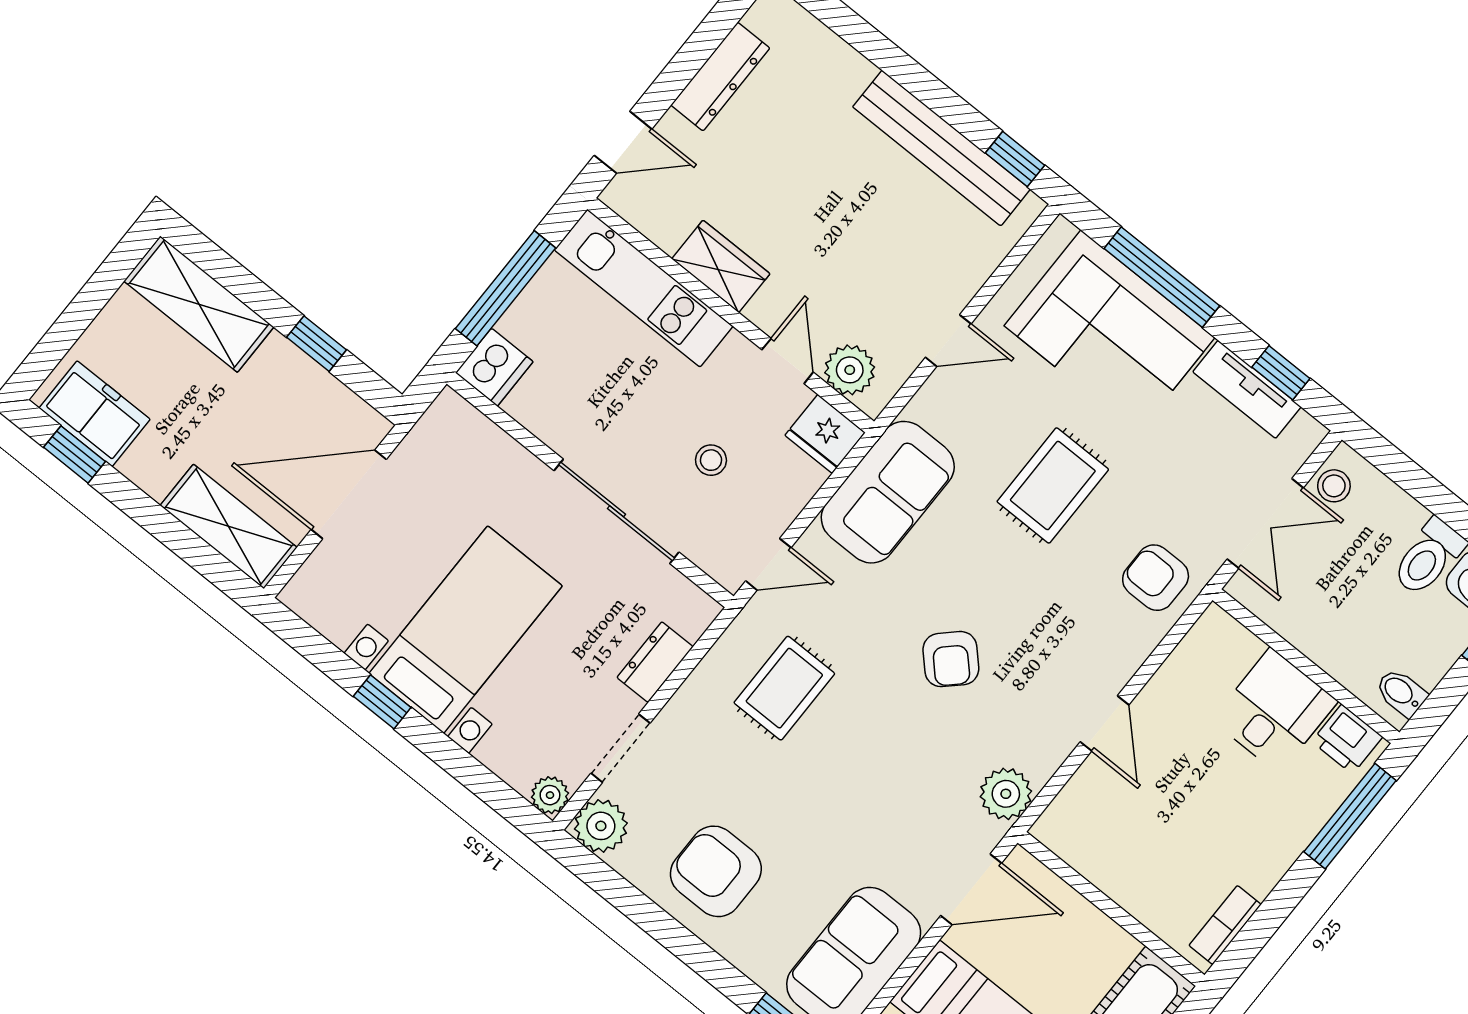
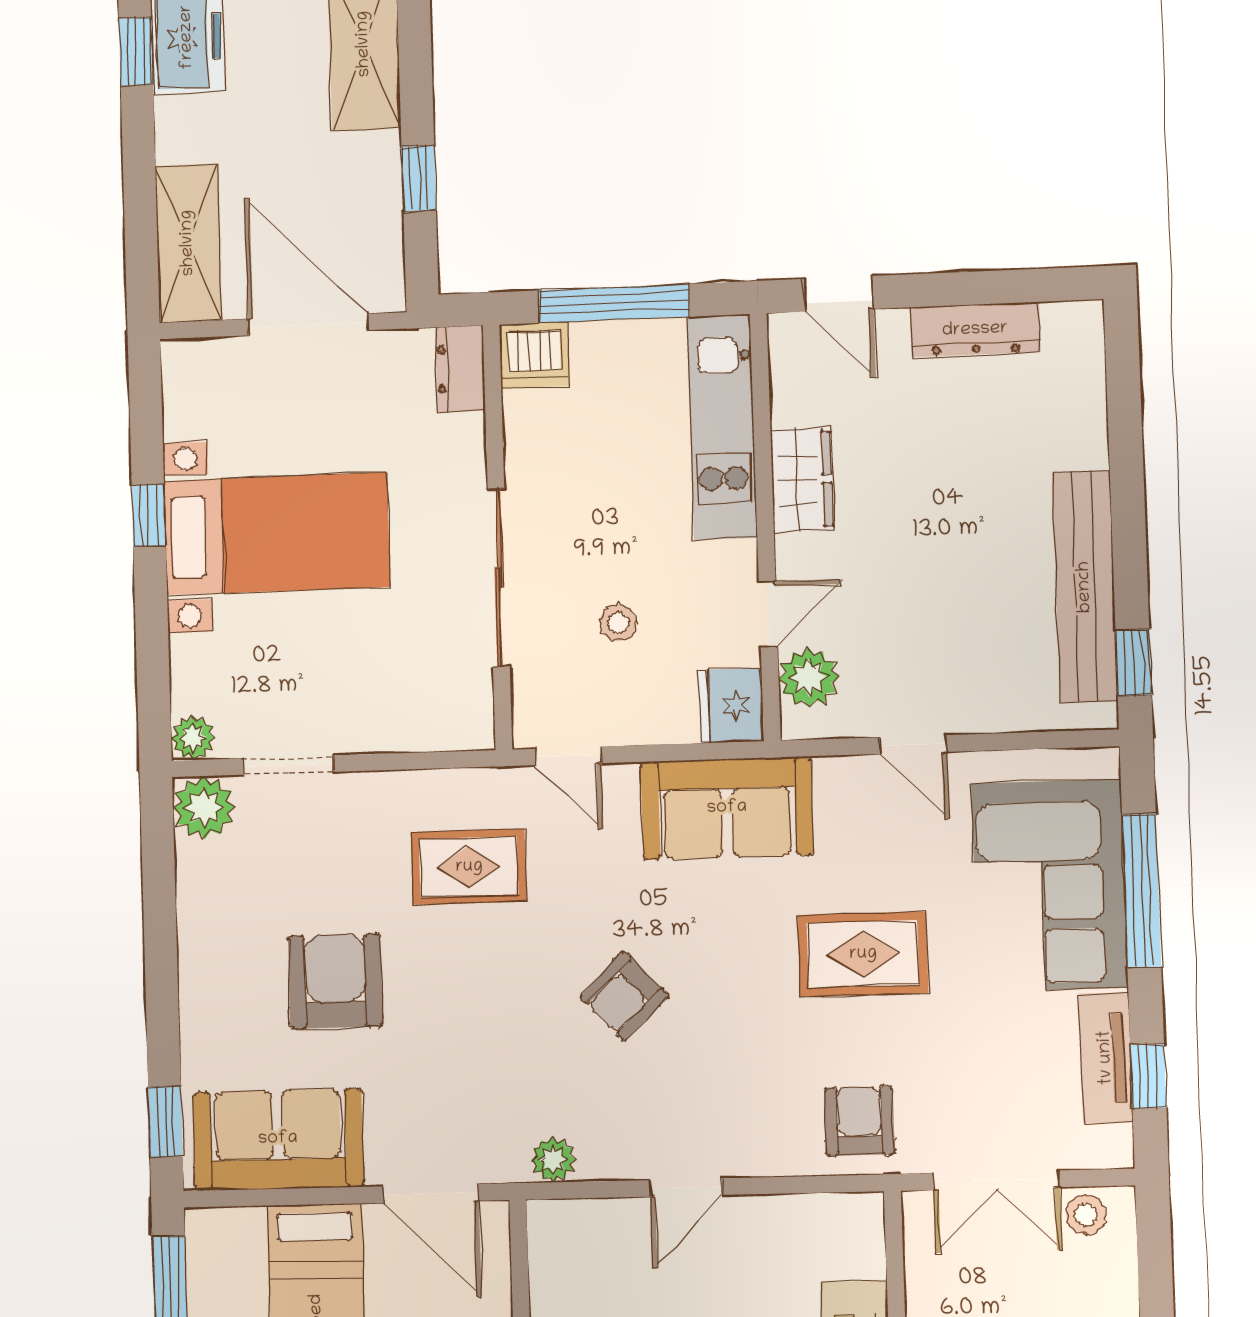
dresser: (655, 662) -> (460, 369), moved, turned -90
plant: (1006, 794) -> (553, 1160), width x0.73, depth x0.73
armchair: (716, 871) -> (335, 981), moved

